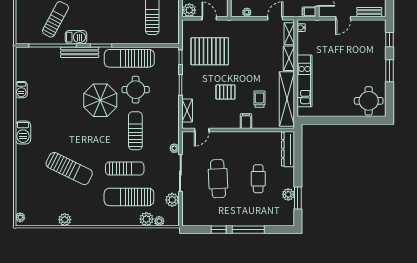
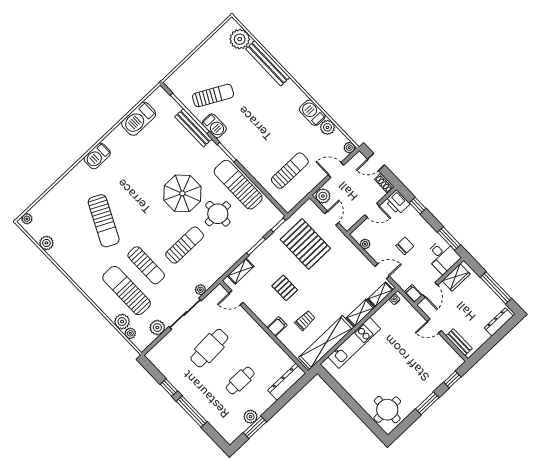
bench: (80, 52) -> (193, 128), moved
barbecue: (21, 90) -> (139, 119), width x1.88, depth x1.53
plant: (65, 220) -> (46, 243), moved

